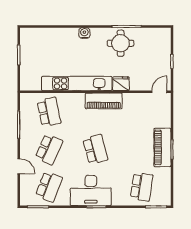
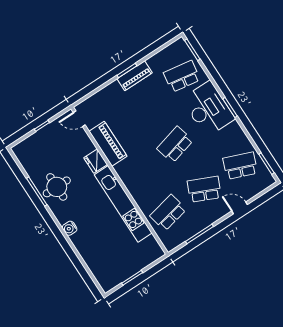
piano: (104, 101) -> (108, 144), moved
piano: (162, 147) -> (135, 76), width x0.73, depth x0.75
door: (19, 166) -> (240, 208), hinge flipped
desk: (91, 190) -> (208, 109), moved

